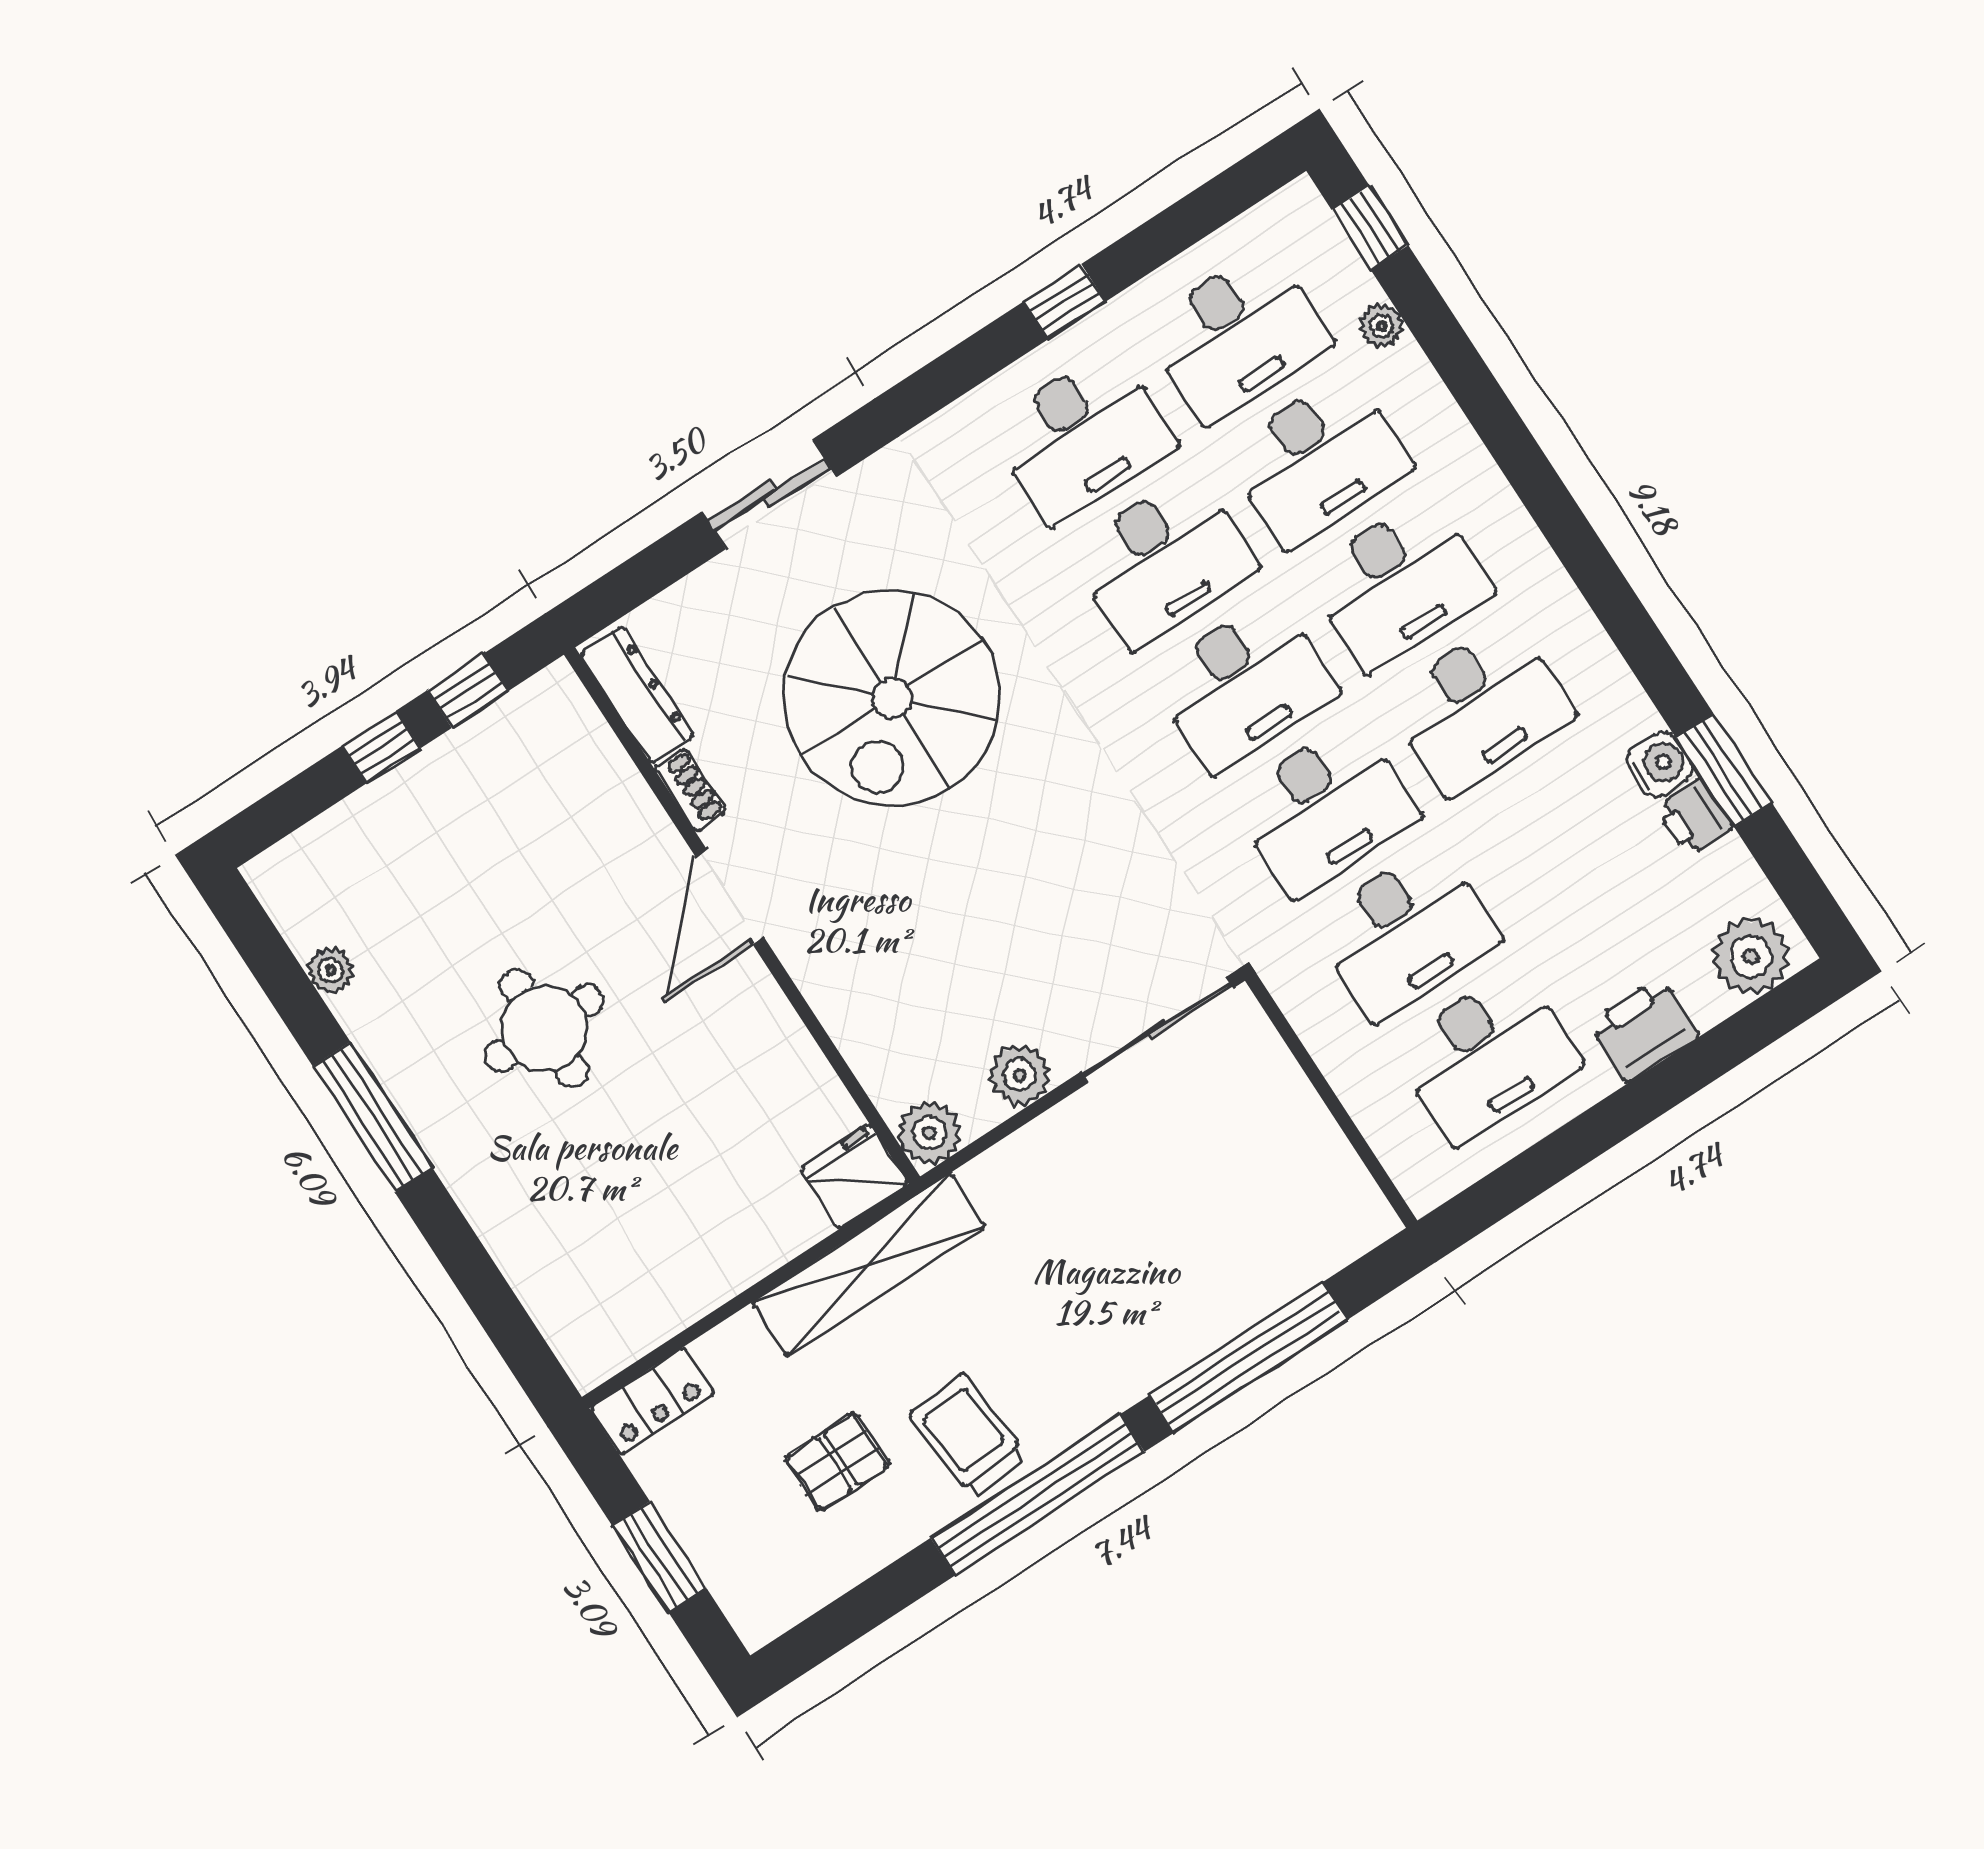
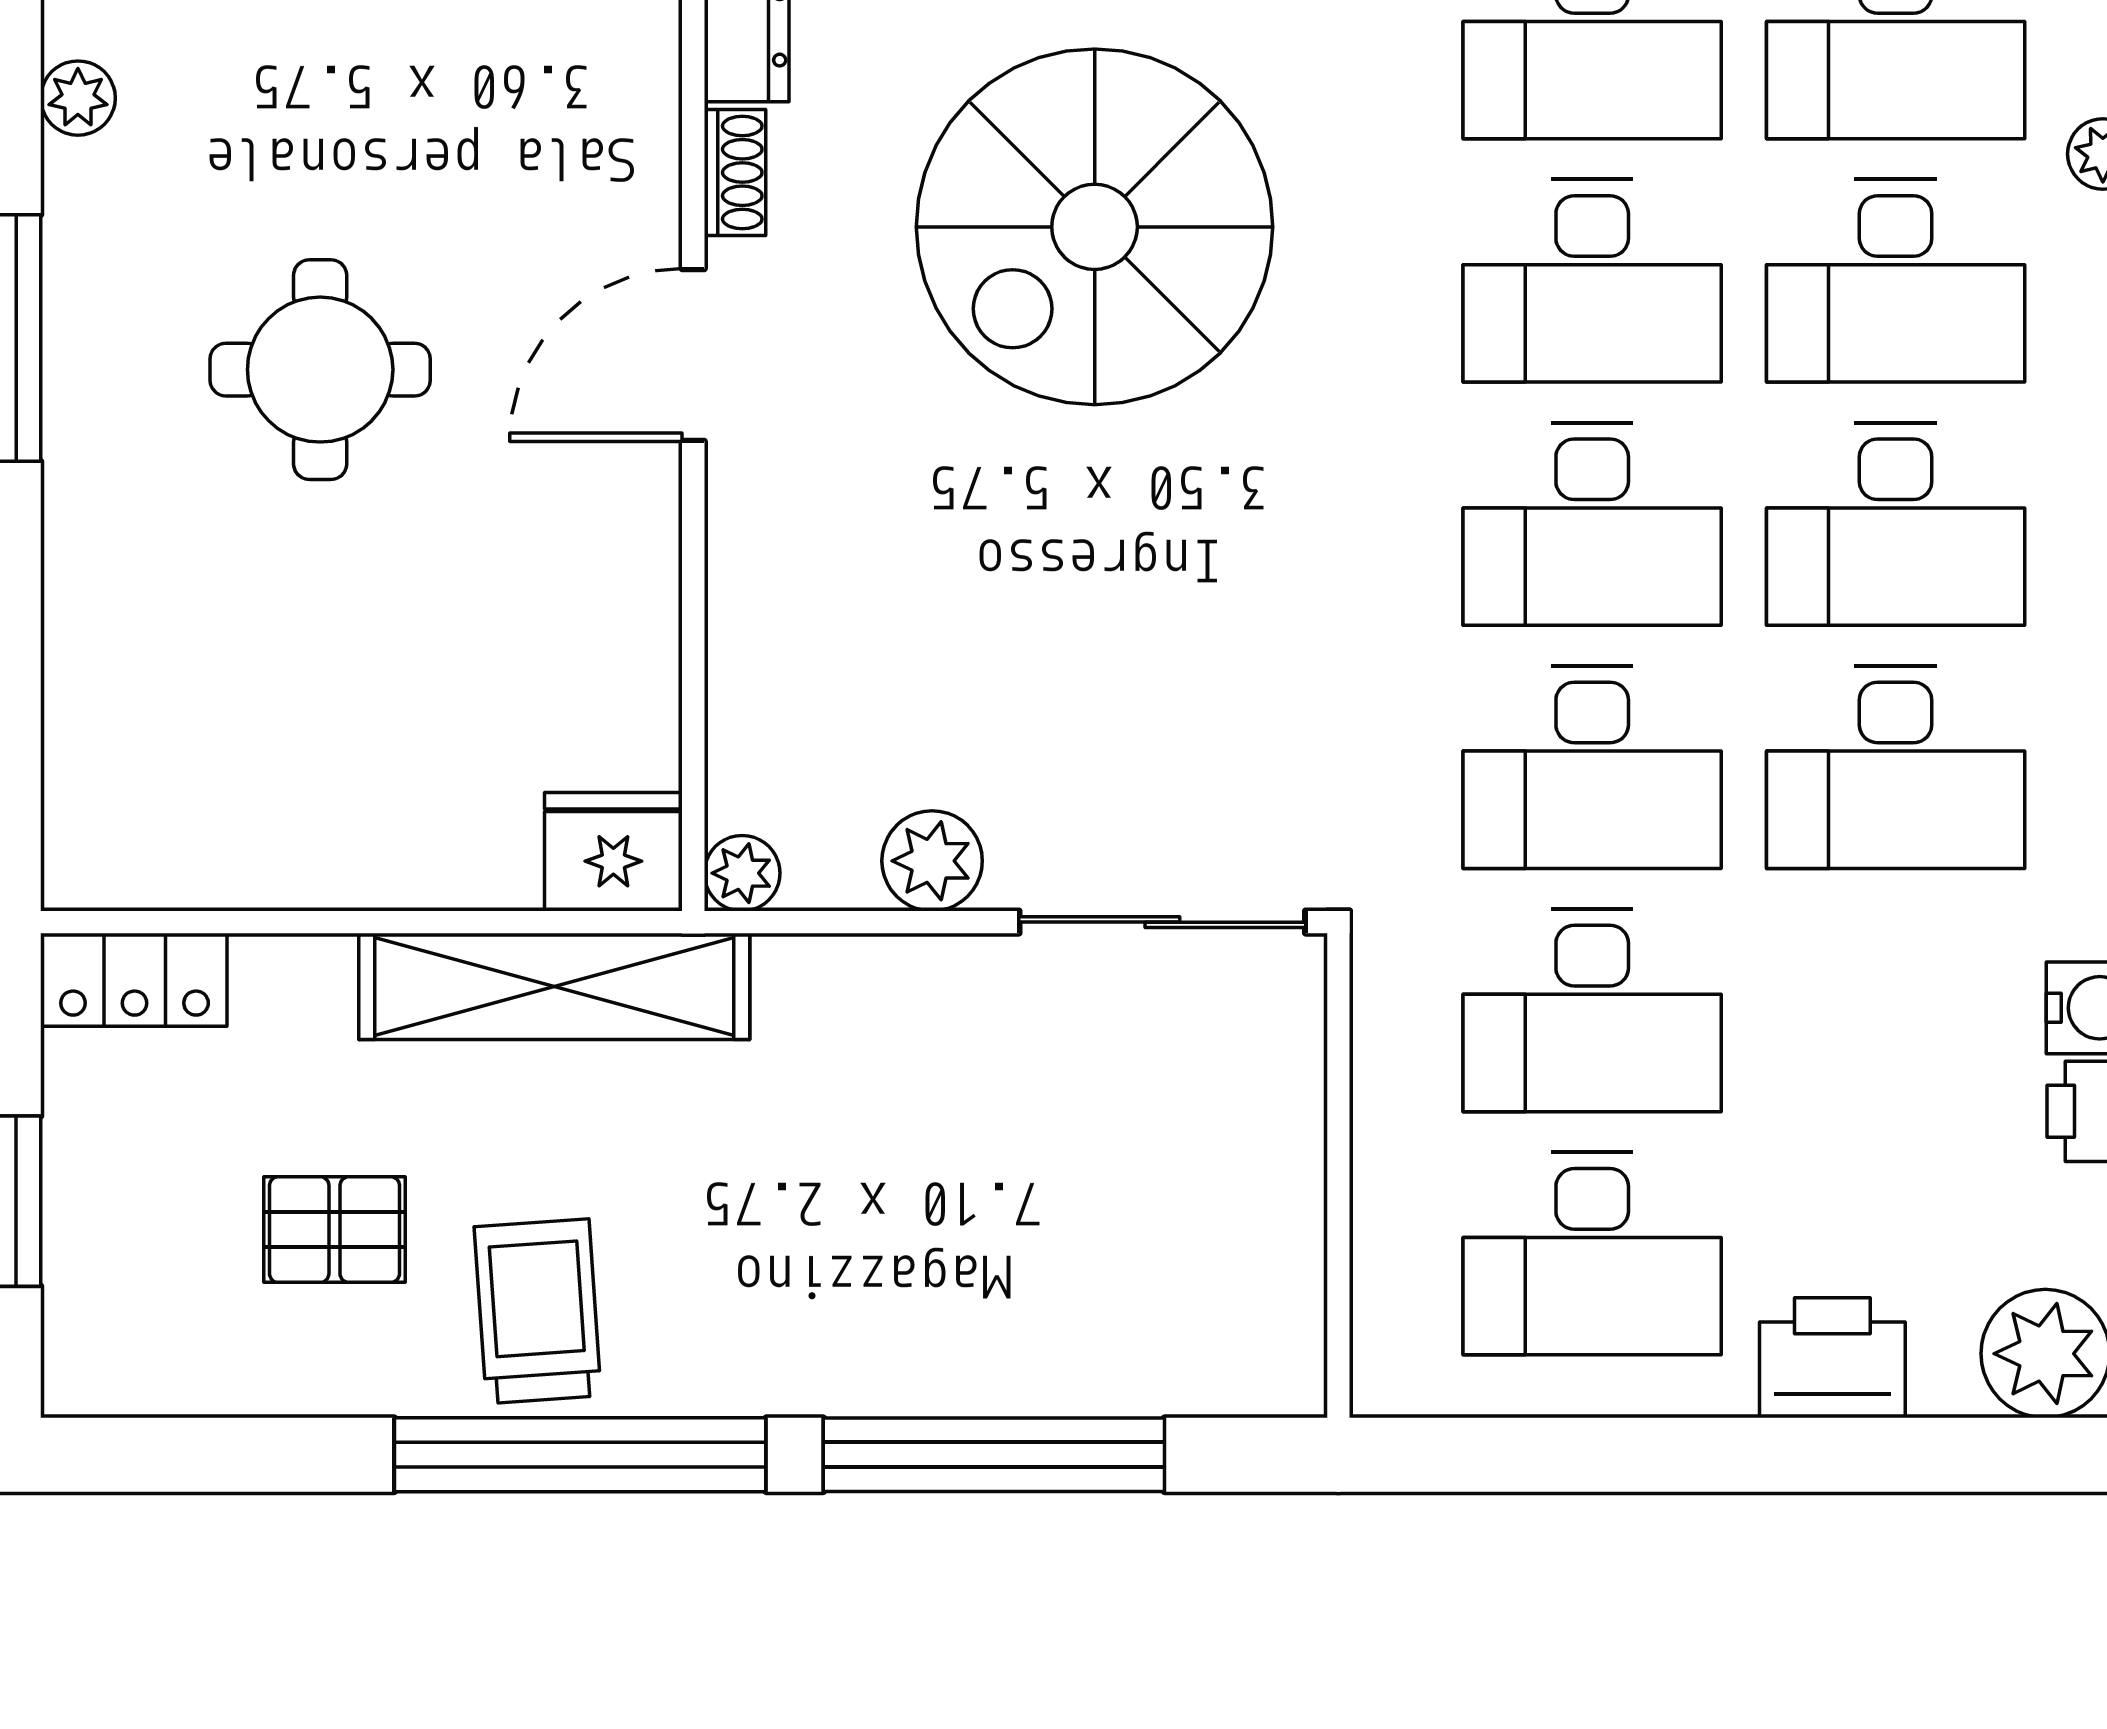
plant: (929, 1133) -> (742, 873), width x0.73, depth x0.73

